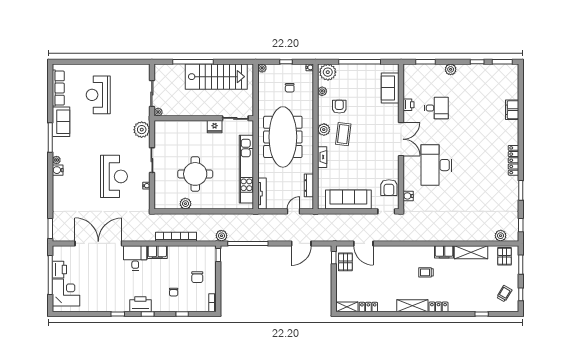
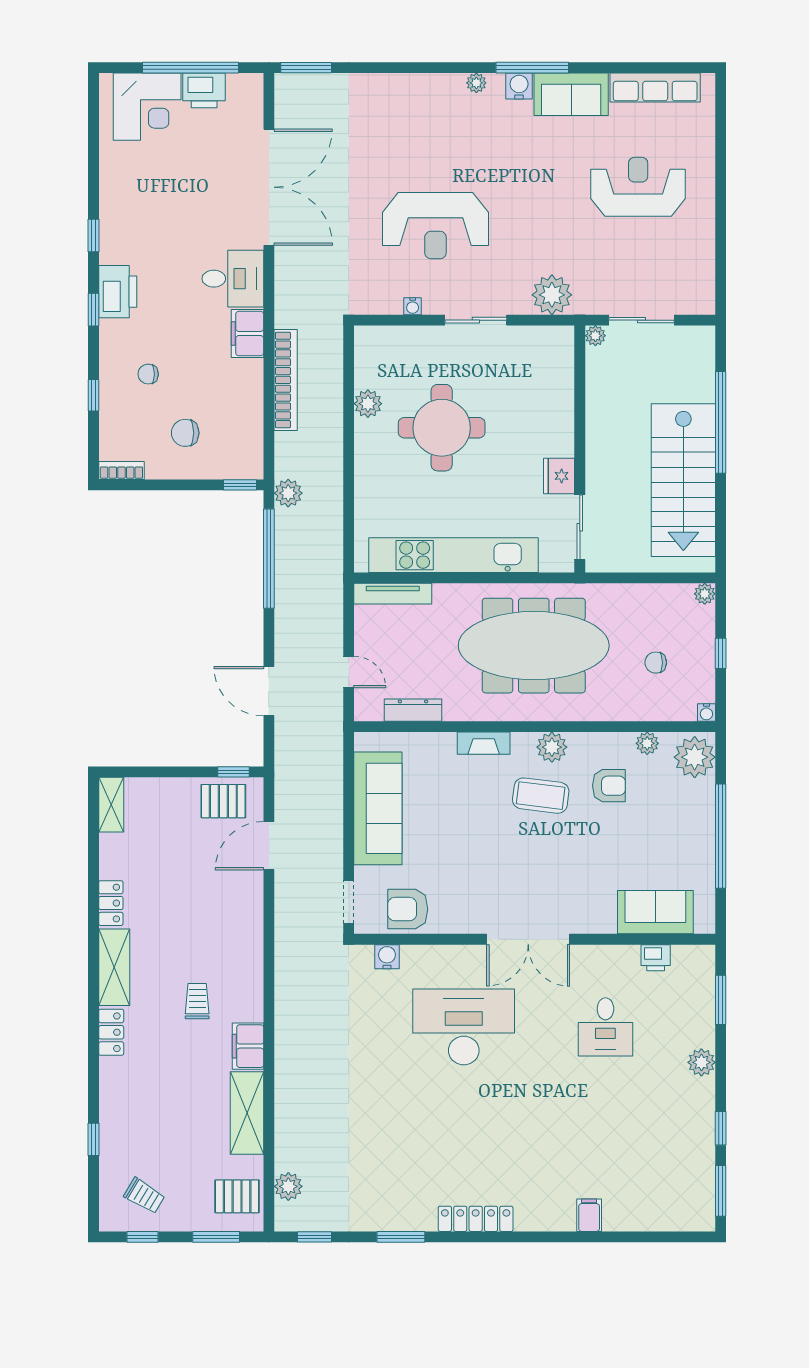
printer: (408, 105) -> (656, 958), moved
filing cabinet: (512, 110) -> (589, 1215), width x0.50
water cooler: (58, 170) -> (519, 86), moved
locker: (368, 307) -> (111, 903), moved

